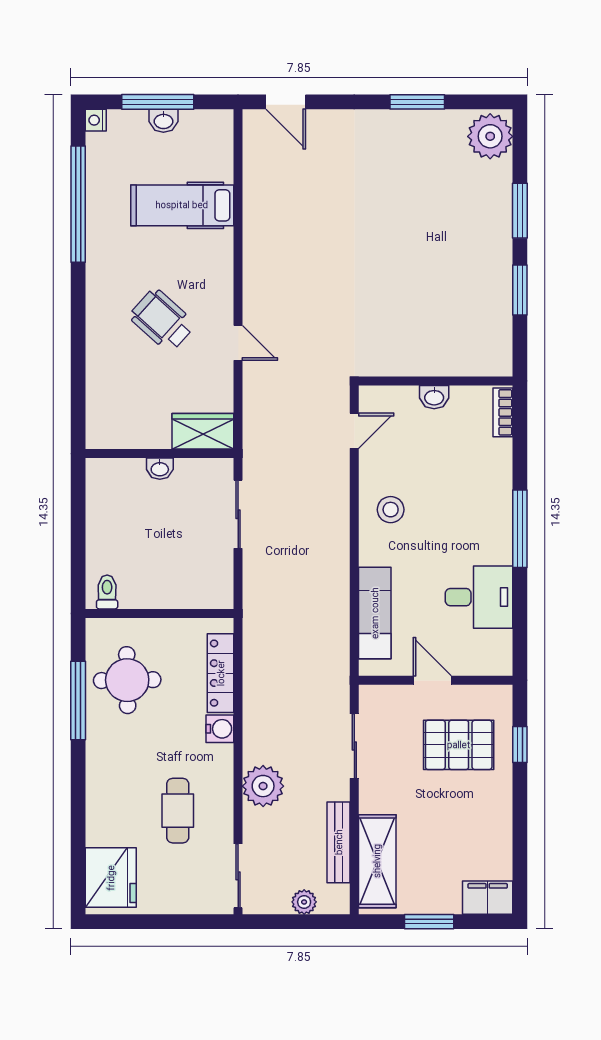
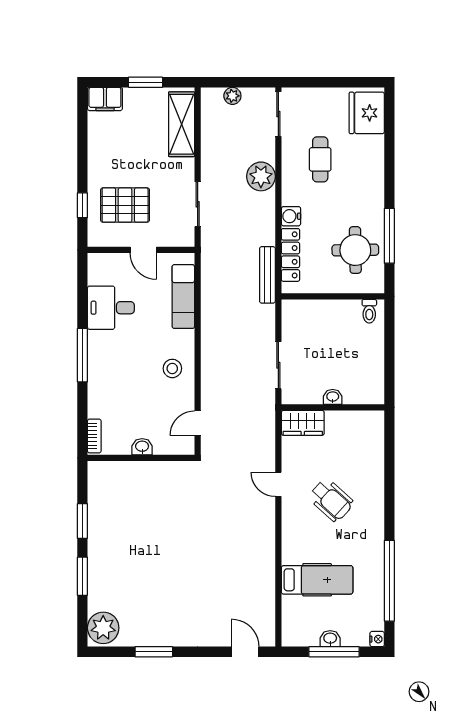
bench: (339, 842) -> (267, 275), moved

